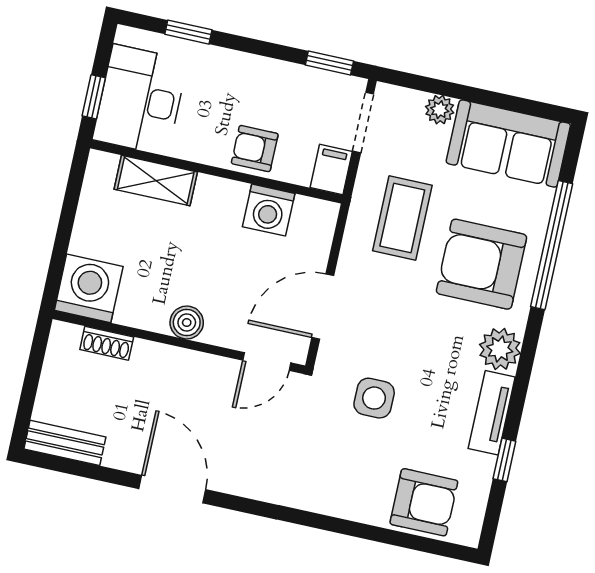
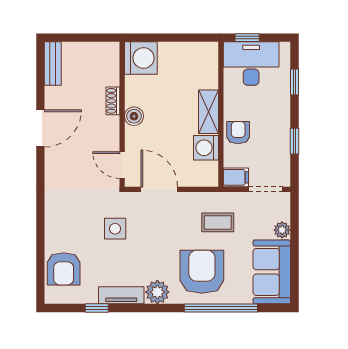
window: (329, 63) -> (294, 141), moved
shelving: (156, 181) -> (209, 112), moved
coffee table: (402, 218) -> (218, 222), width x0.73, depth x0.77
shoe rack: (107, 343) -> (113, 101), moved

